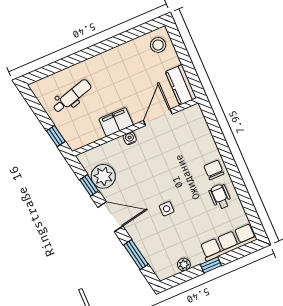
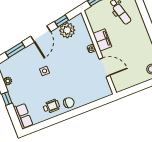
kitchen counter: (181, 85) -> (125, 83), removed
row of seats: (228, 242) -> (23, 116), width x0.68

